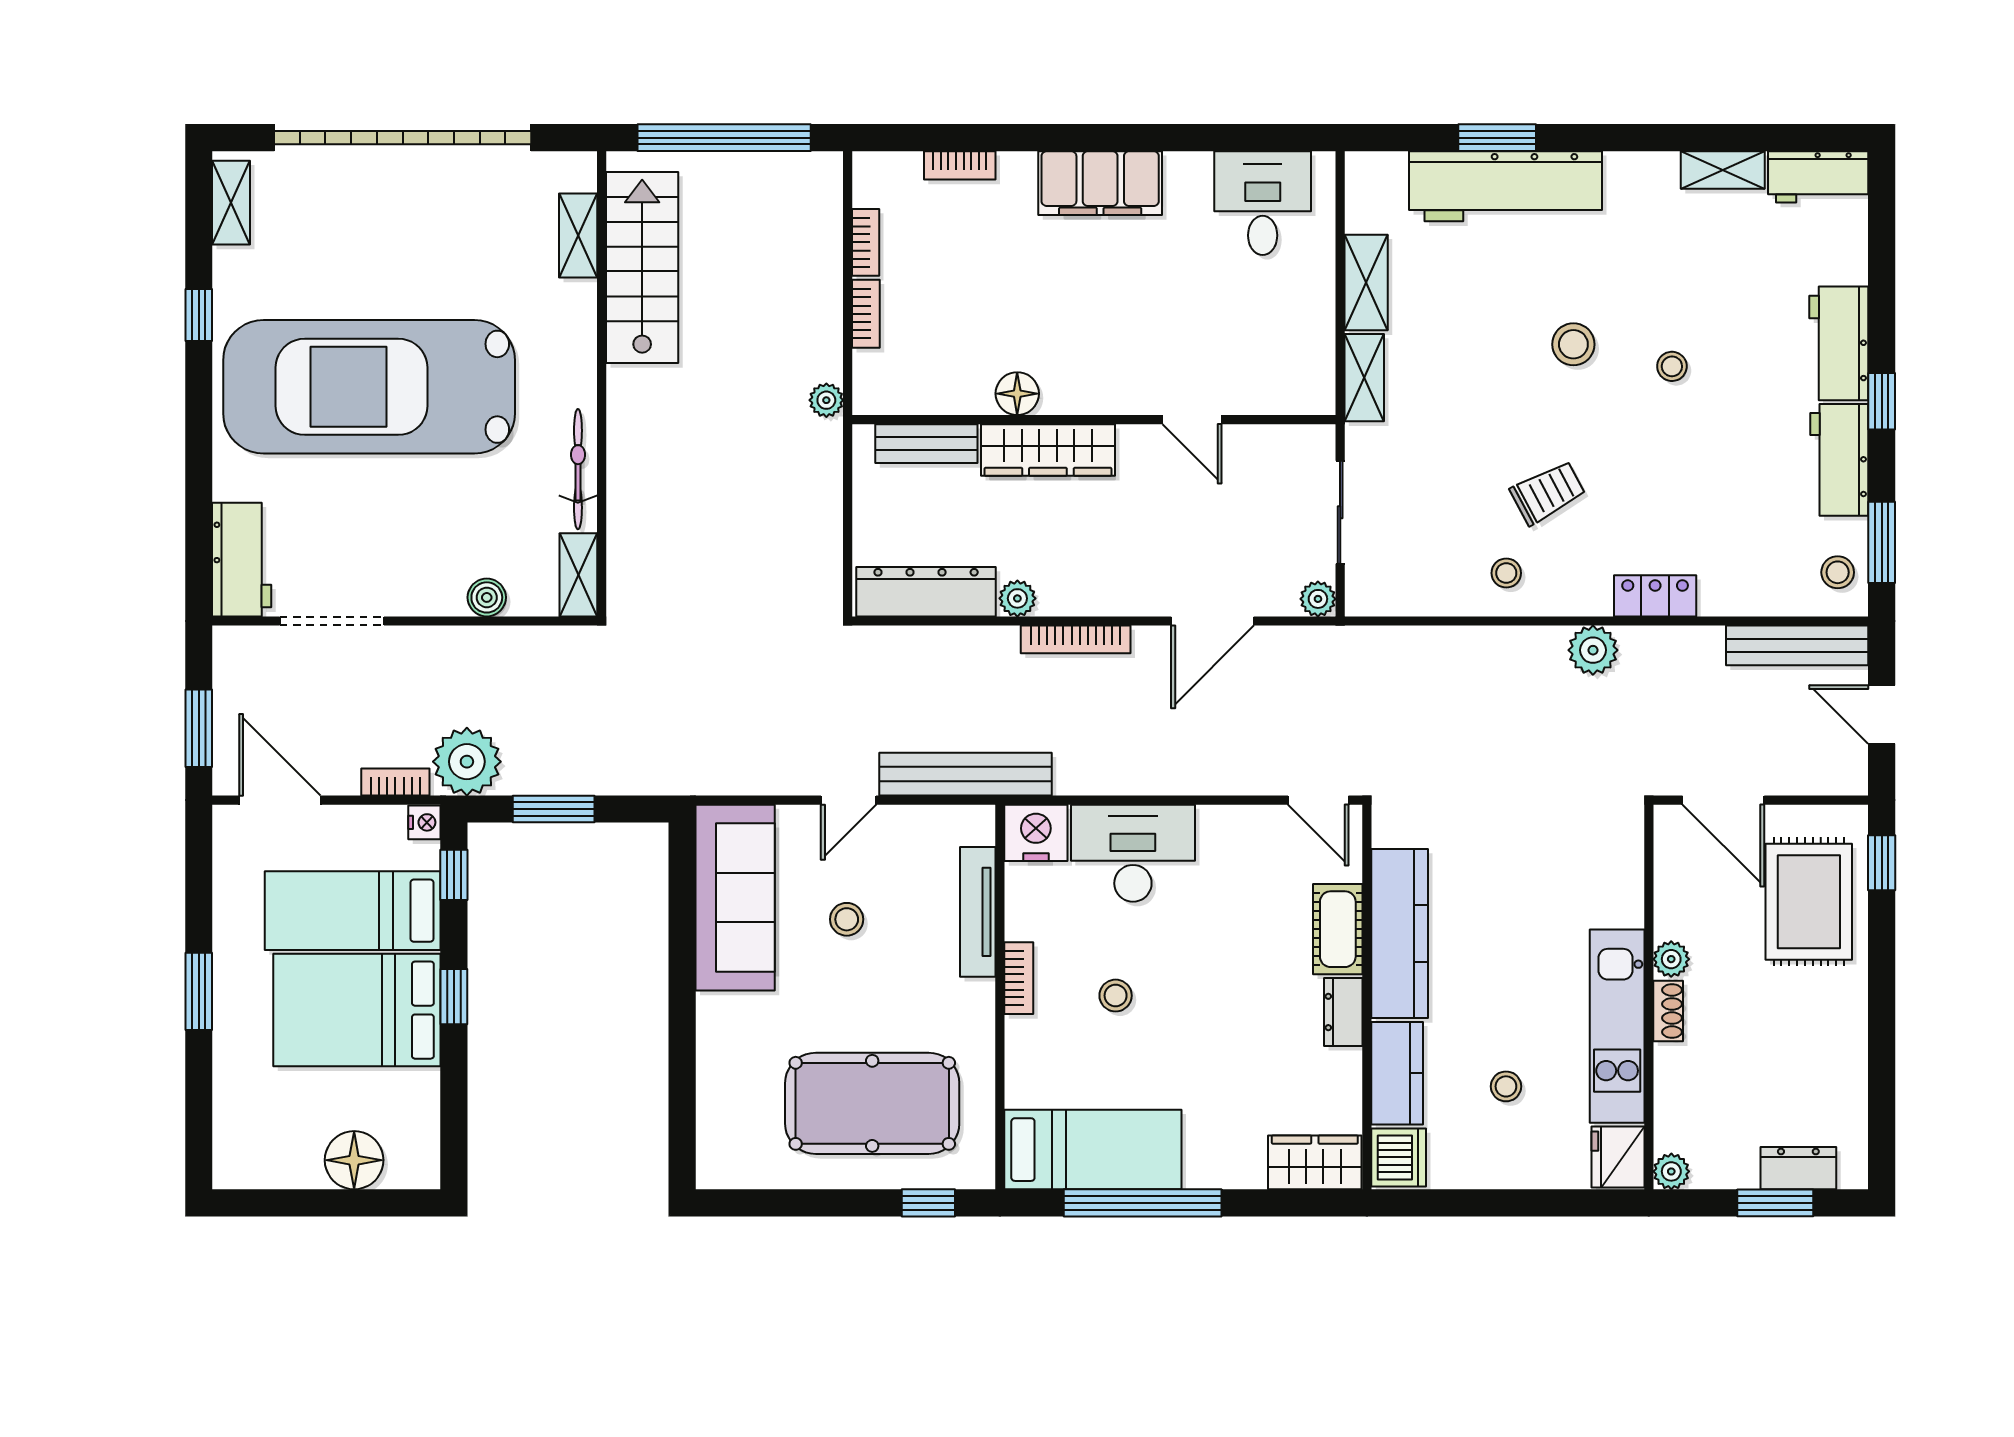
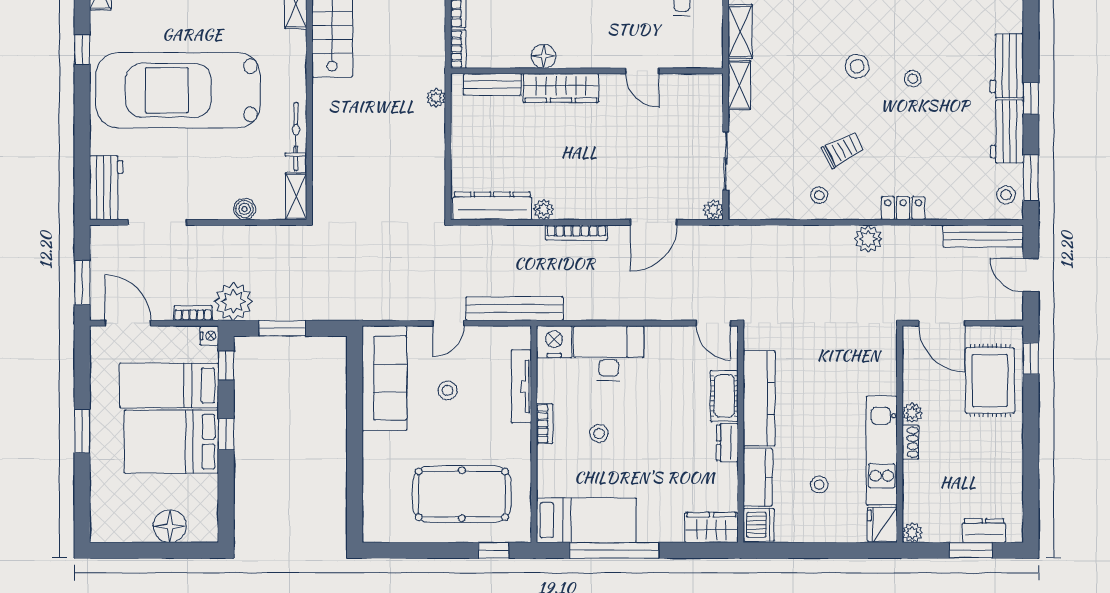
floor lamp: (1017, 394) -> (544, 56), moved
wall: (1094, 420) -> (587, 71), moved
door: (1192, 420) -> (642, 71), moved
bench: (926, 444) -> (492, 84), moved
wardrobe: (1048, 450) -> (561, 88), moved

